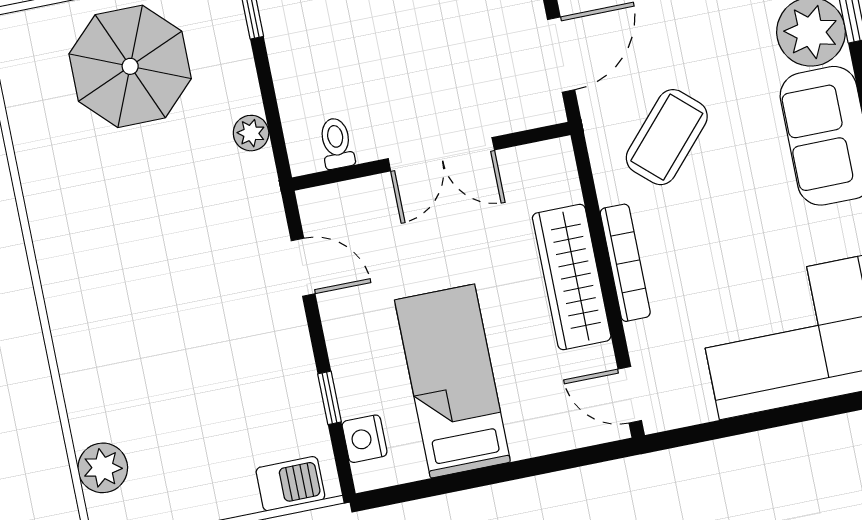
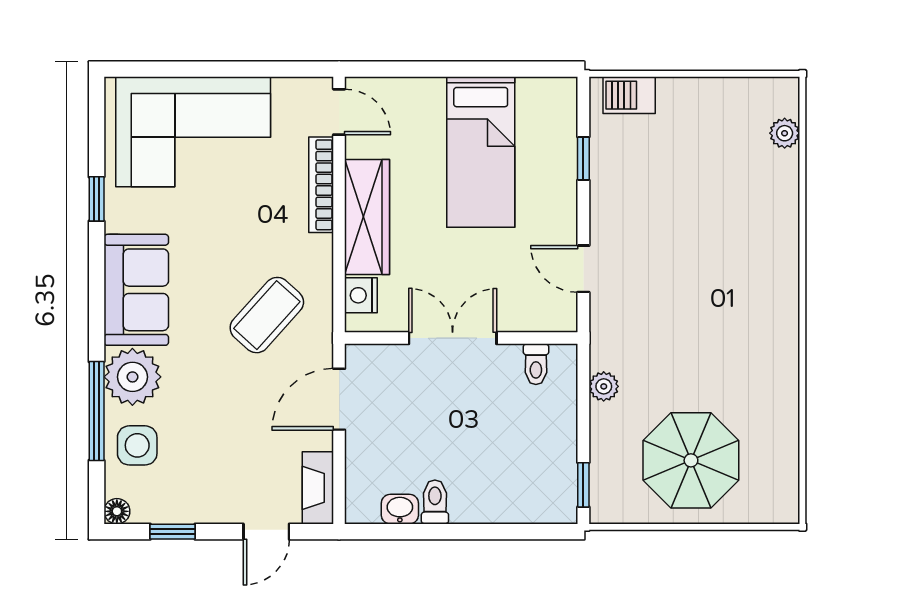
bookcase: (625, 263) -> (321, 185), moved
nightstand: (365, 439) -> (361, 295), moved, turned 180
plant: (103, 468) -> (785, 133), width x0.73, depth x0.73

